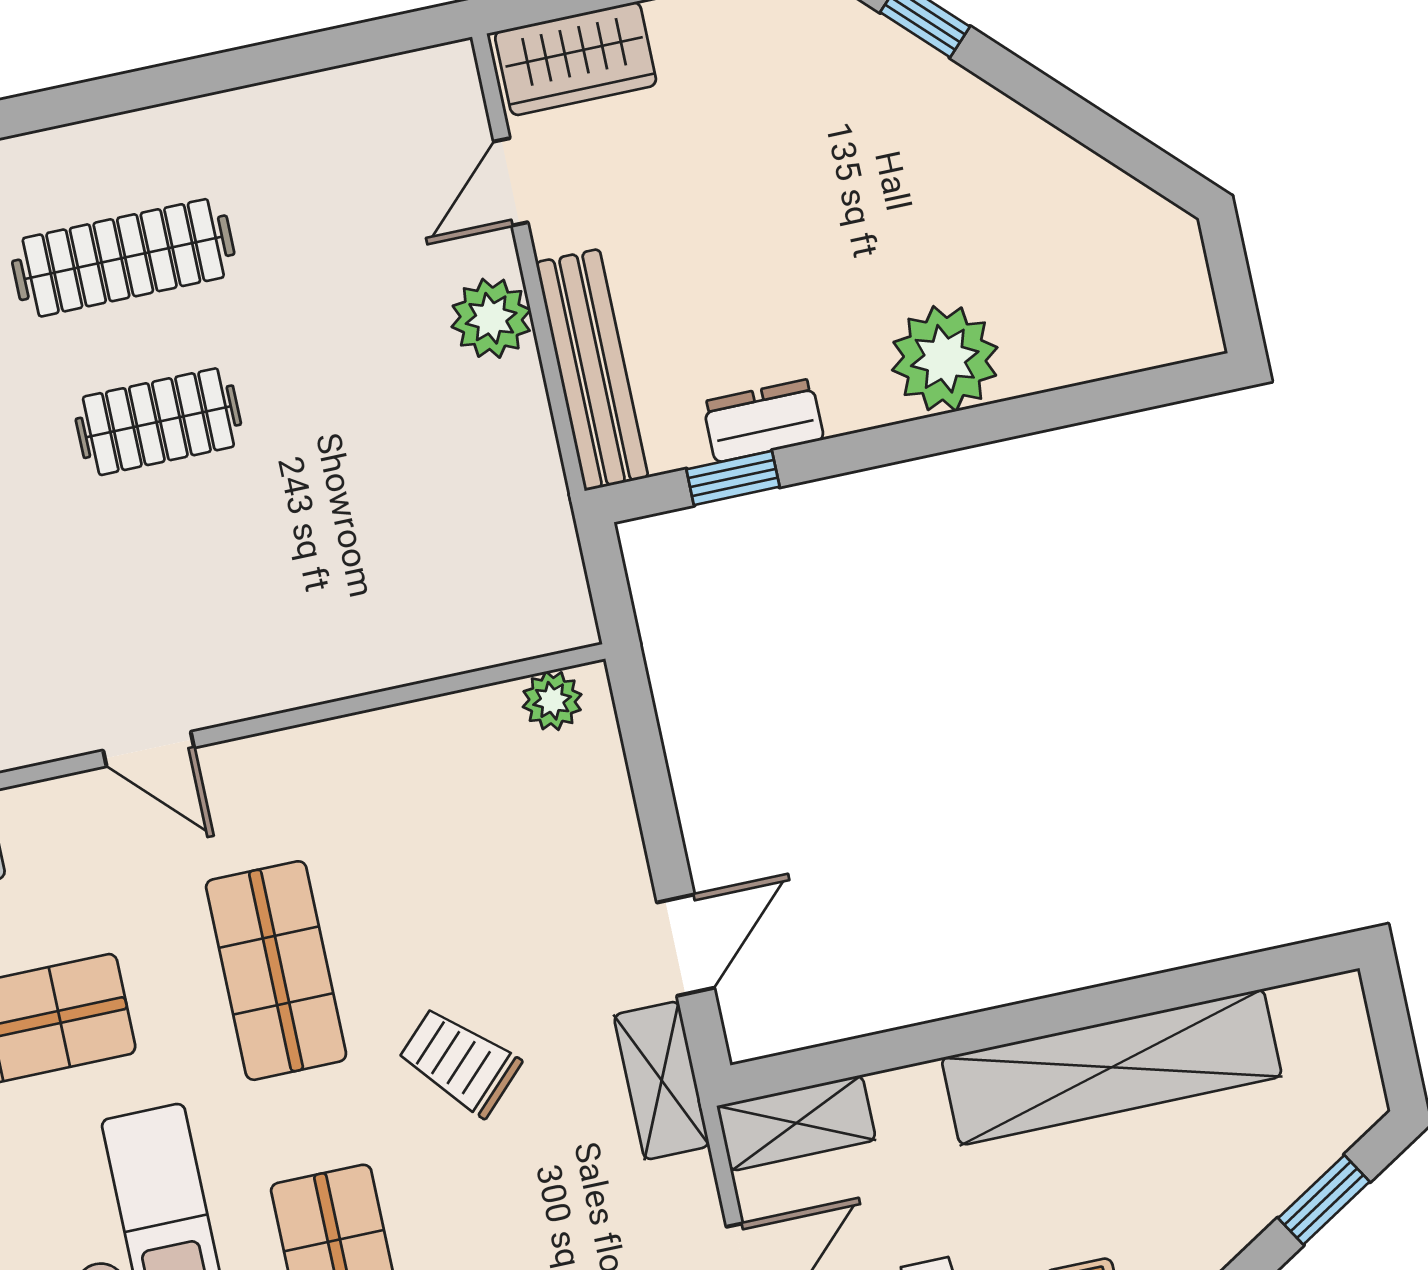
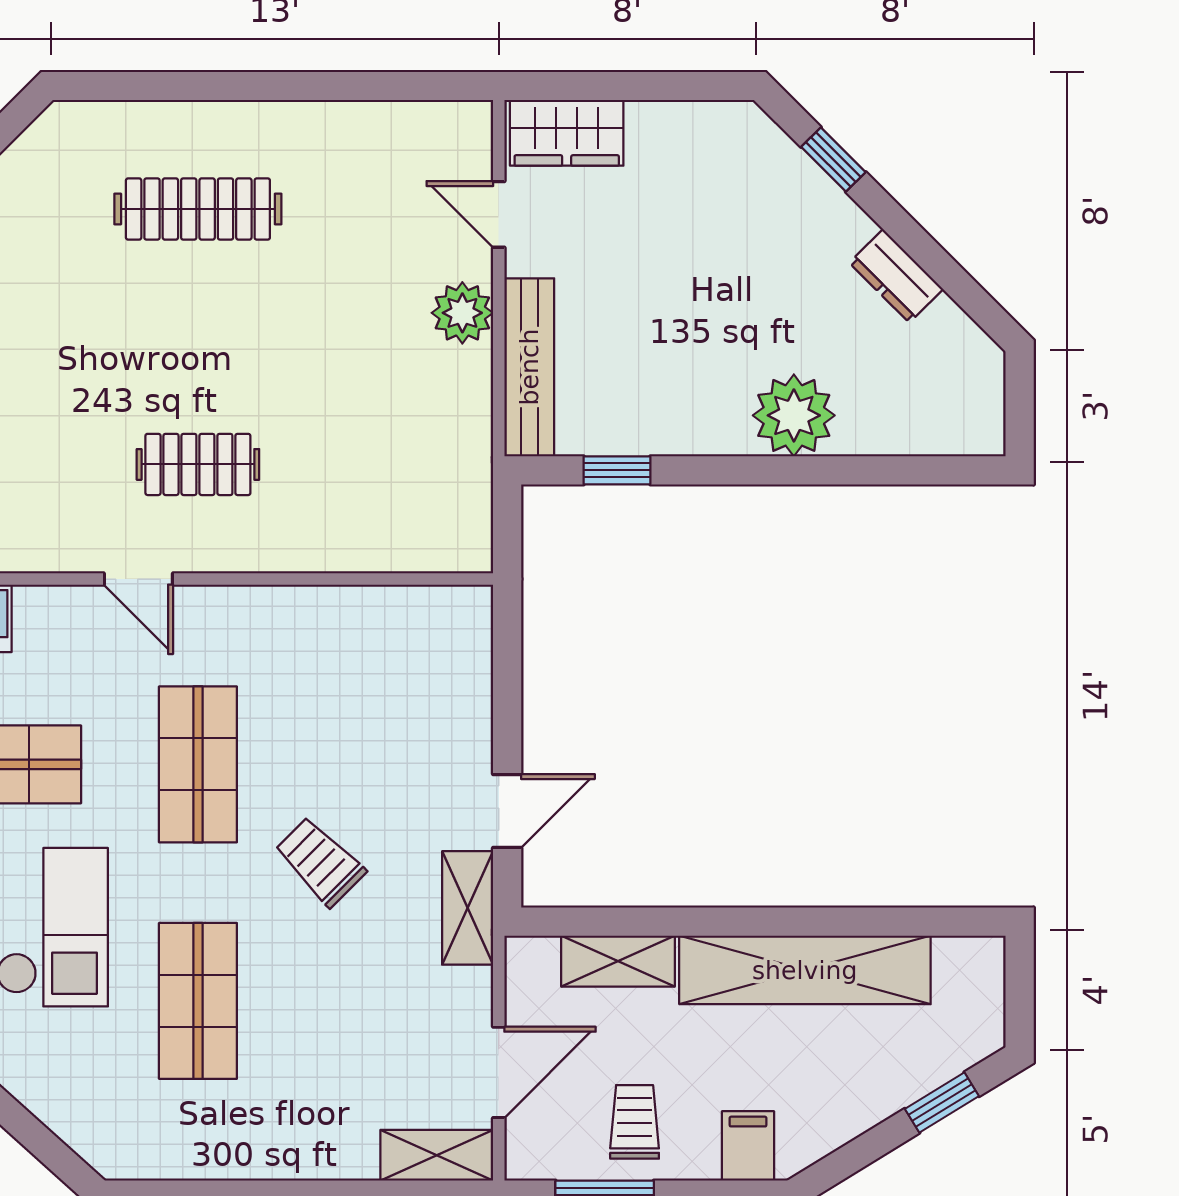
door: (511, 182) -> (499, 214), hinge flipped
dresser: (763, 421) -> (896, 276), moved, turned -135
clothes rail: (158, 422) -> (198, 464), moved
plant: (552, 701) -> (447, 607), removed
shelving: (796, 1123) -> (618, 961), moved

